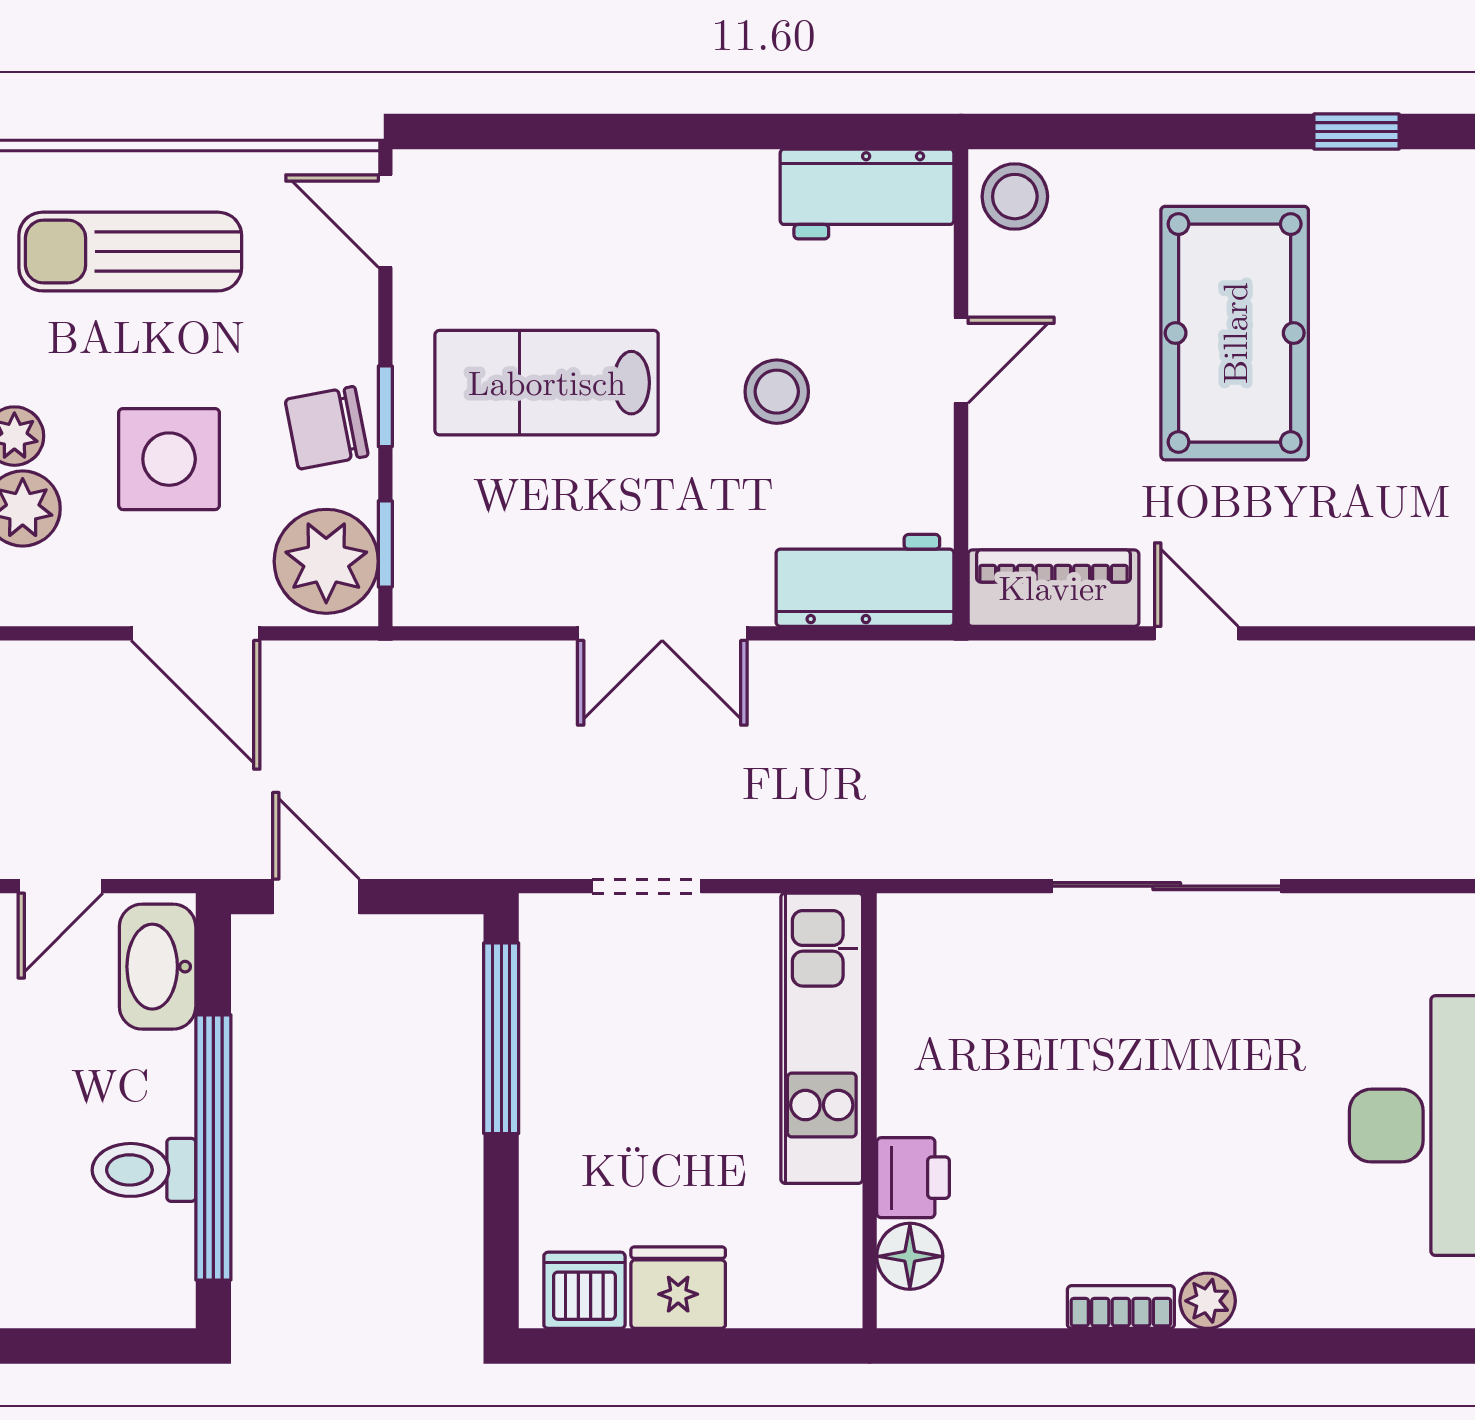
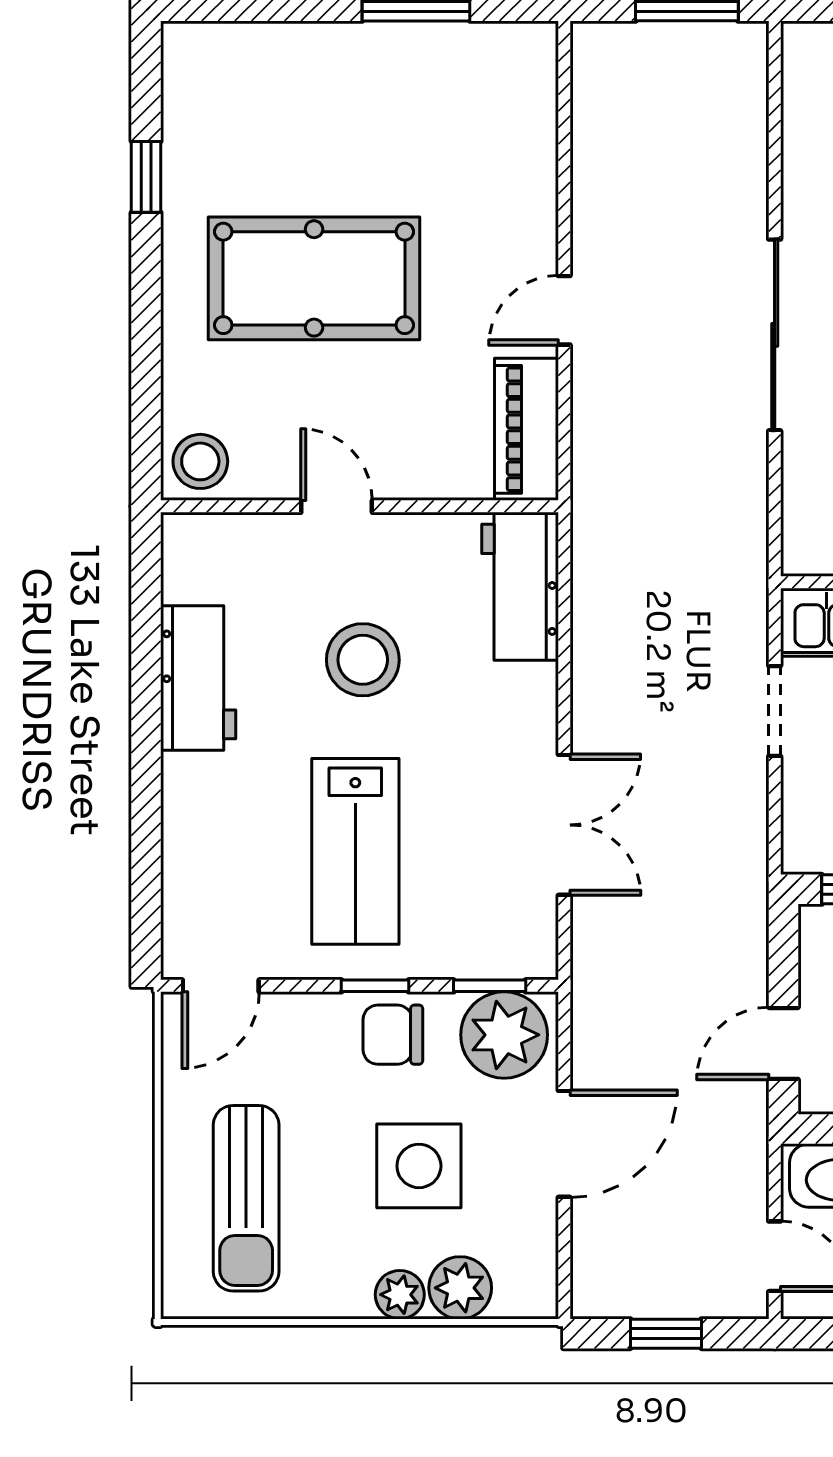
workbench: (867, 194) -> (198, 678), moved
stool: (777, 392) -> (363, 660), width x1.38, depth x1.38
chair: (327, 428) -> (393, 1035), turned 101
double door: (662, 633) -> (564, 825), moved
doorway: (646, 886) -> (775, 711), moved

